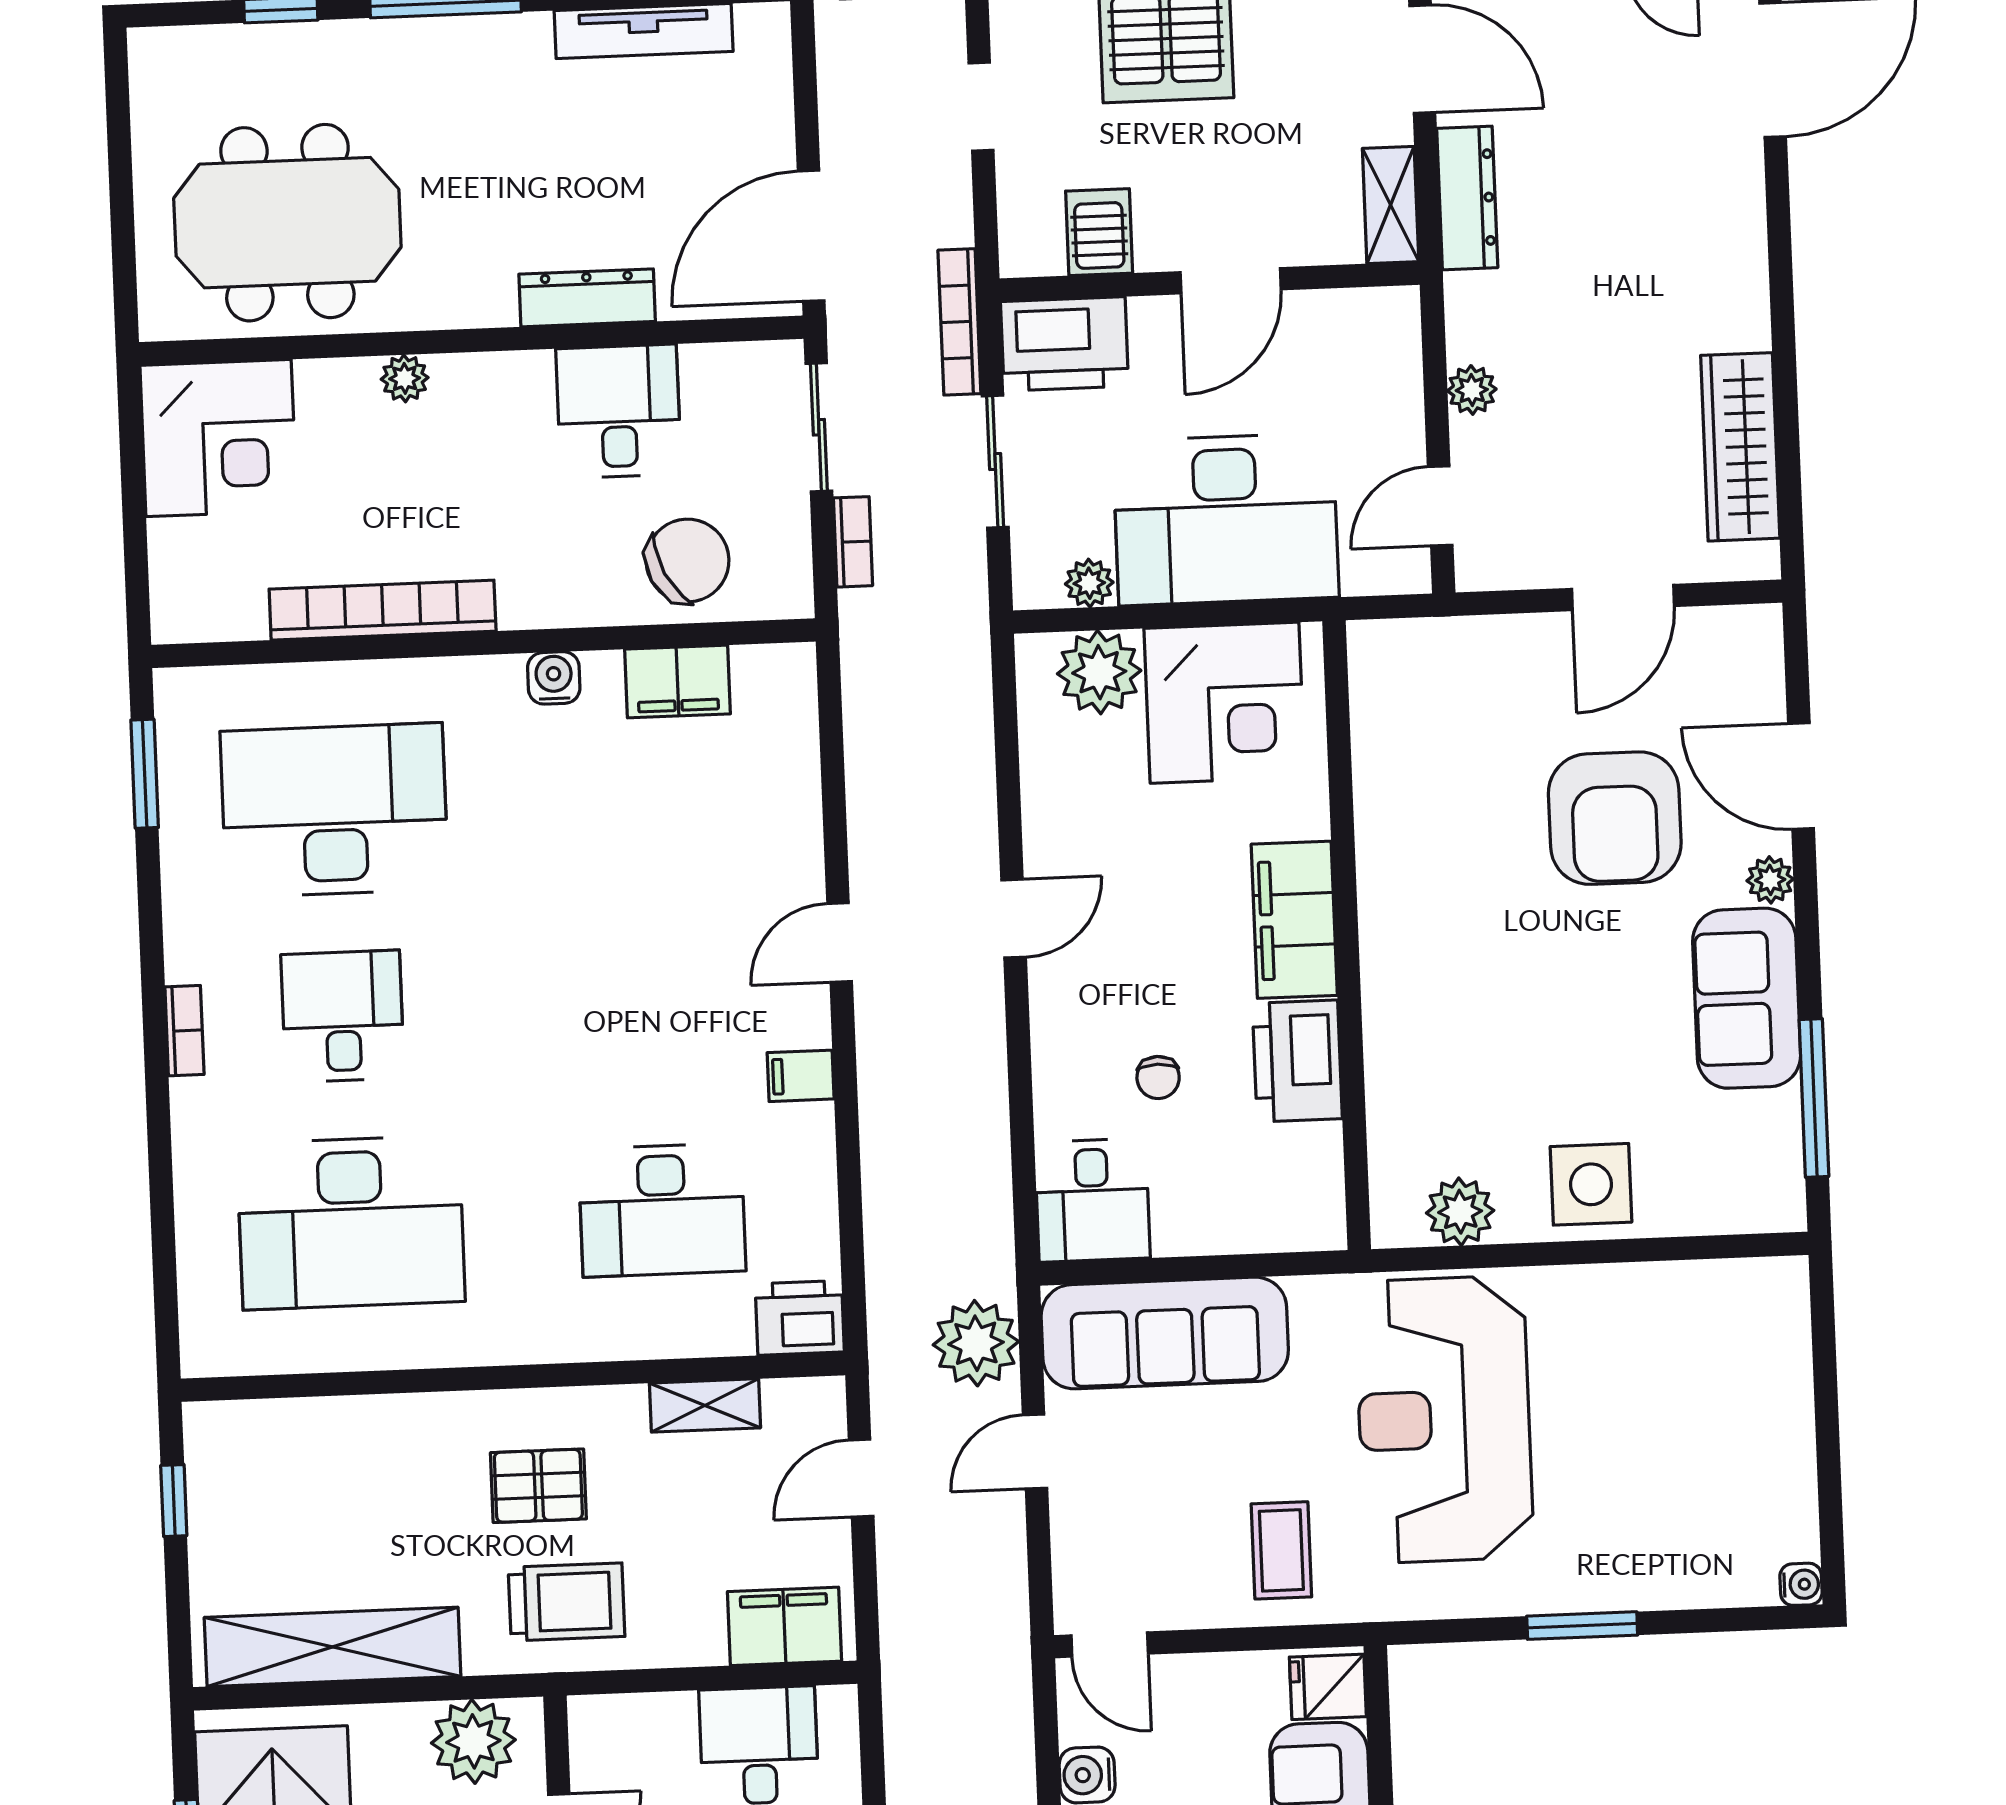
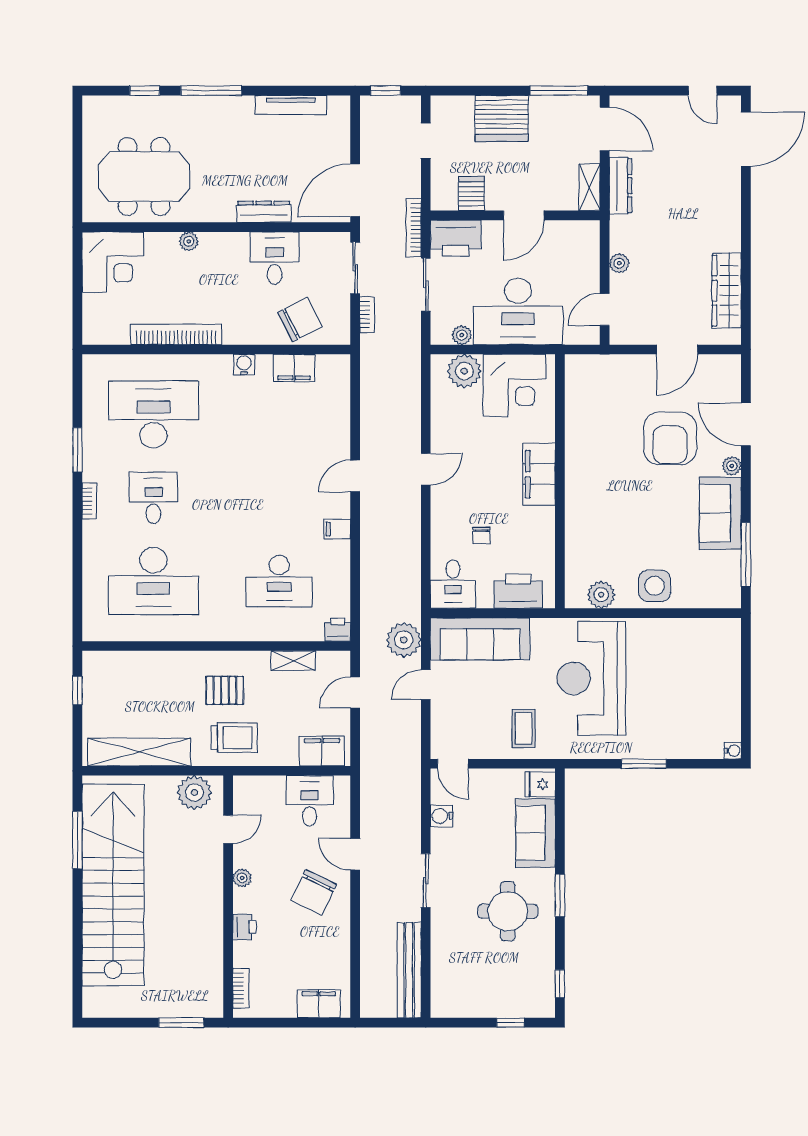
window: (145, 774) -> (77, 450), moved
printer: (1297, 1061) -> (518, 591), moved, turned 90
printer: (800, 1318) -> (338, 630), width x0.73, depth x0.81

